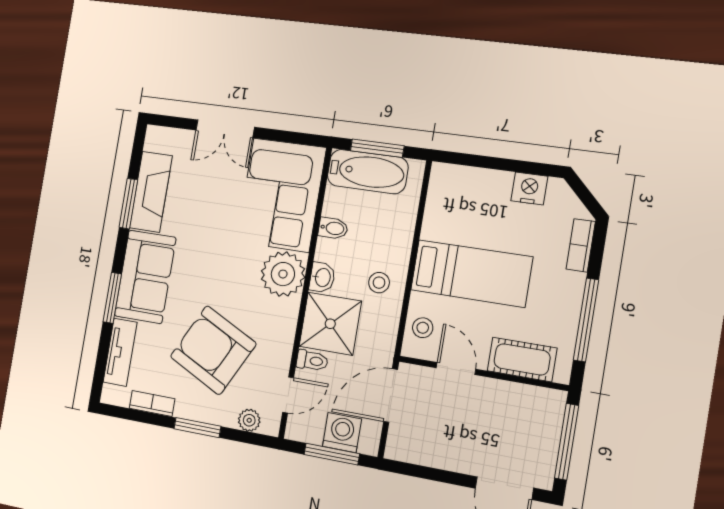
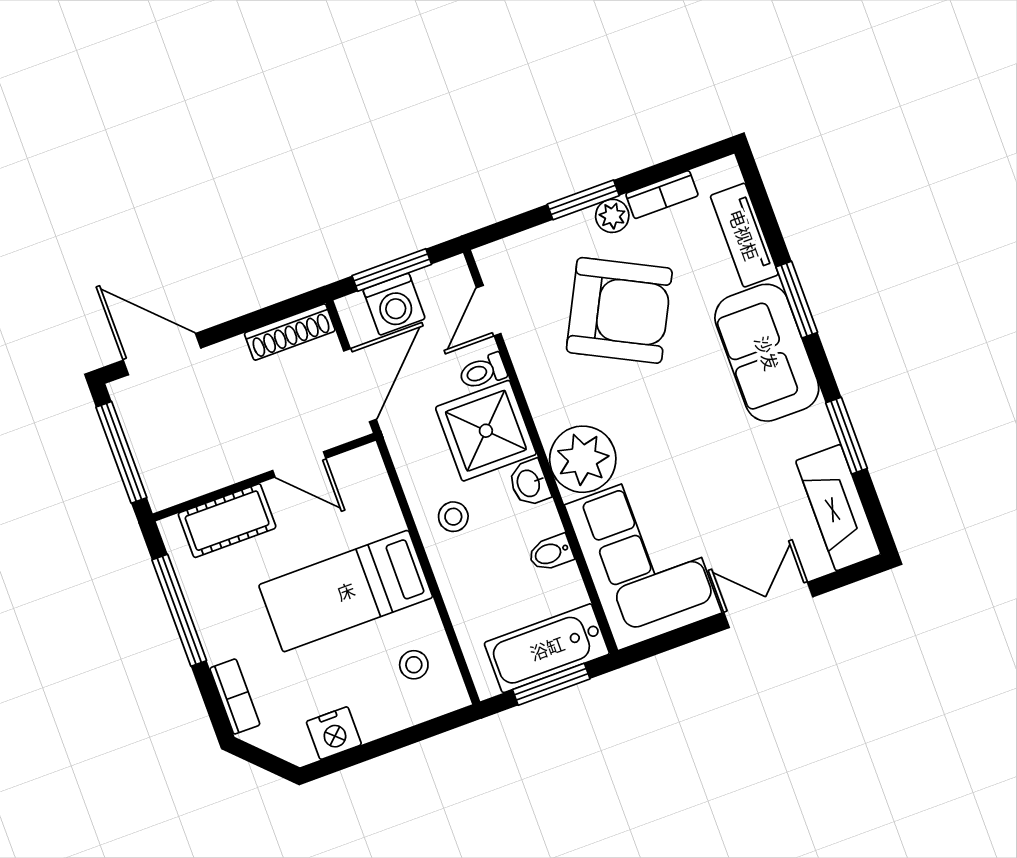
fireplace: (151, 192) -> (838, 508), moved
stool: (423, 328) -> (414, 665), moved
plant: (249, 420) -> (612, 216), moved
shoe rack: (415, 454) -> (290, 332), added

